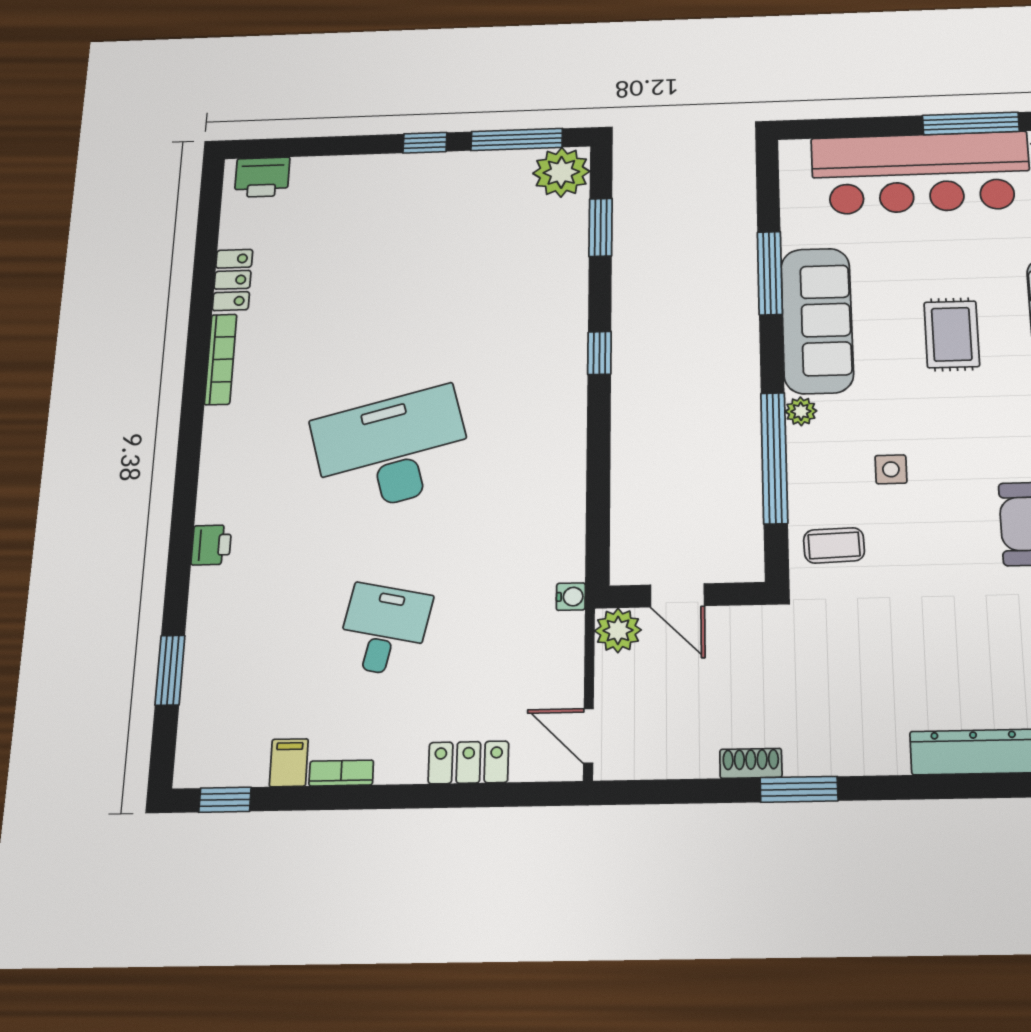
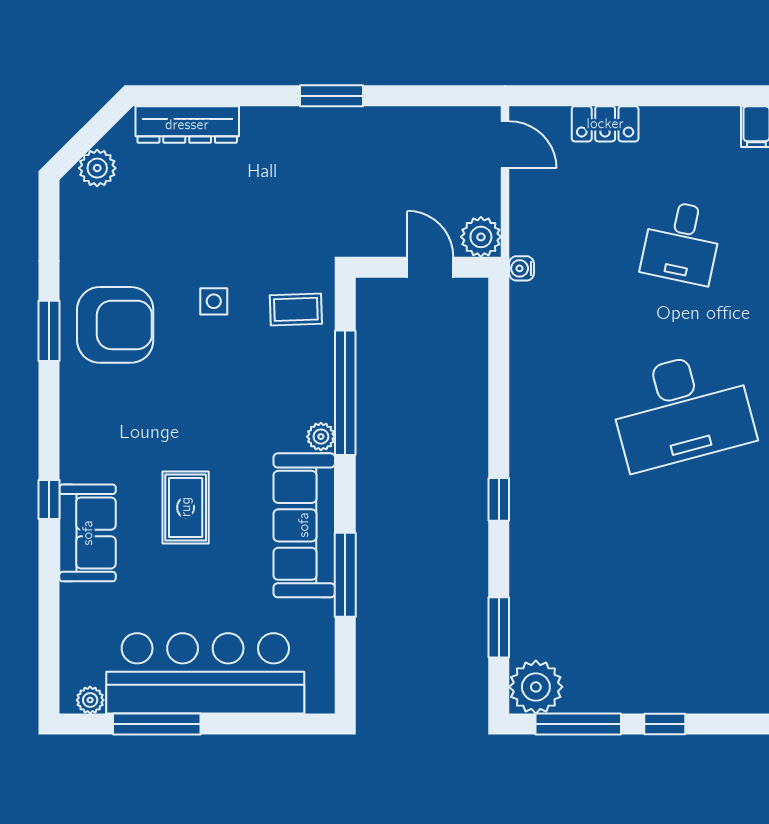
side table: (891, 469) -> (214, 301), moved
shoe rack: (751, 763) -> (370, 118), removed
bookcase: (341, 773) -> (712, 117), removed

